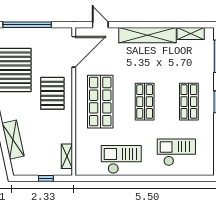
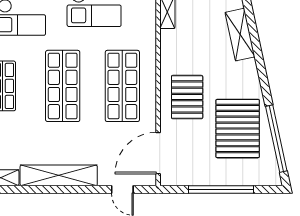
shop shelf: (145, 102) -> (63, 86), width x1.43, depth x1.36

